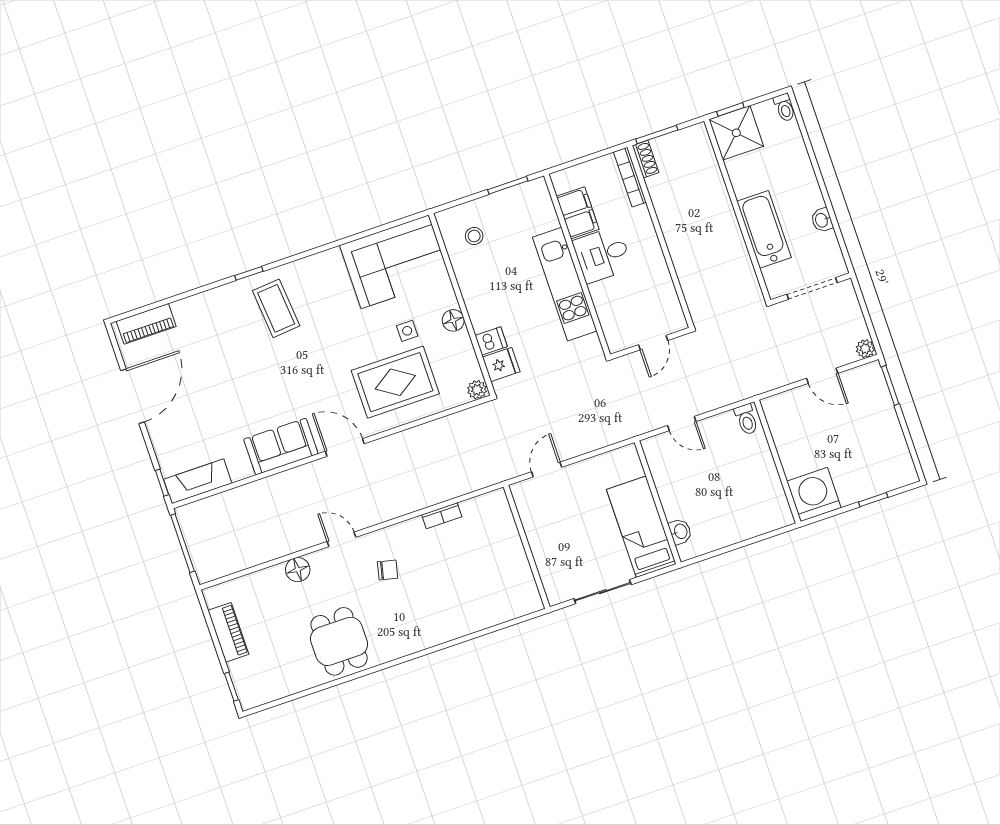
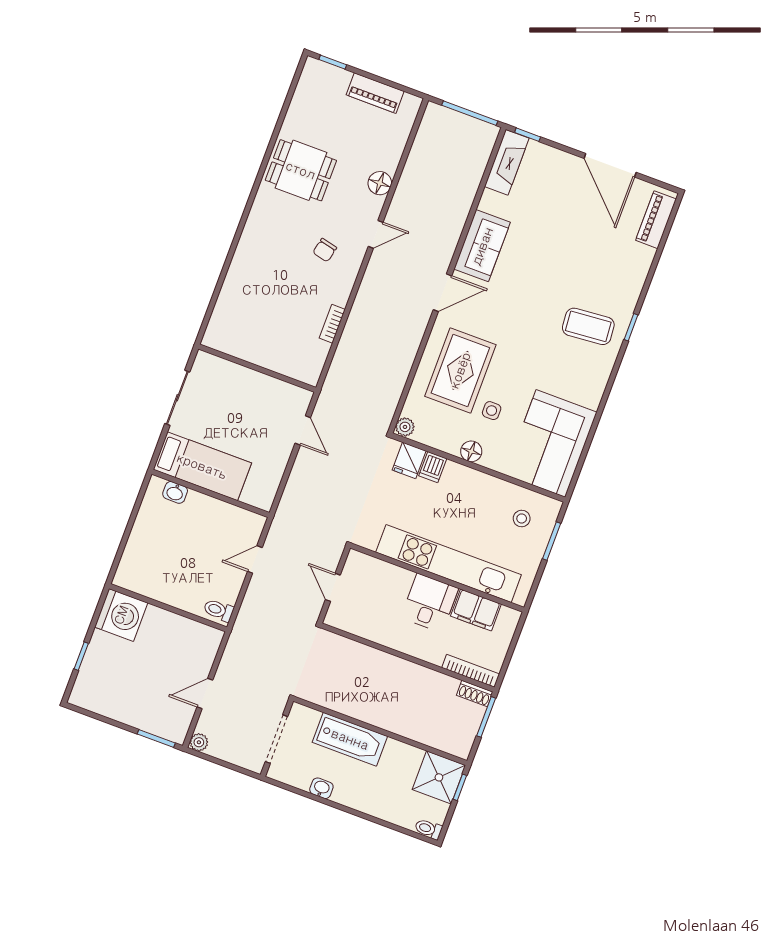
window: (508, 185) -> (552, 541), moved
kitchen unit: (565, 284) -> (449, 564), width x1.36

